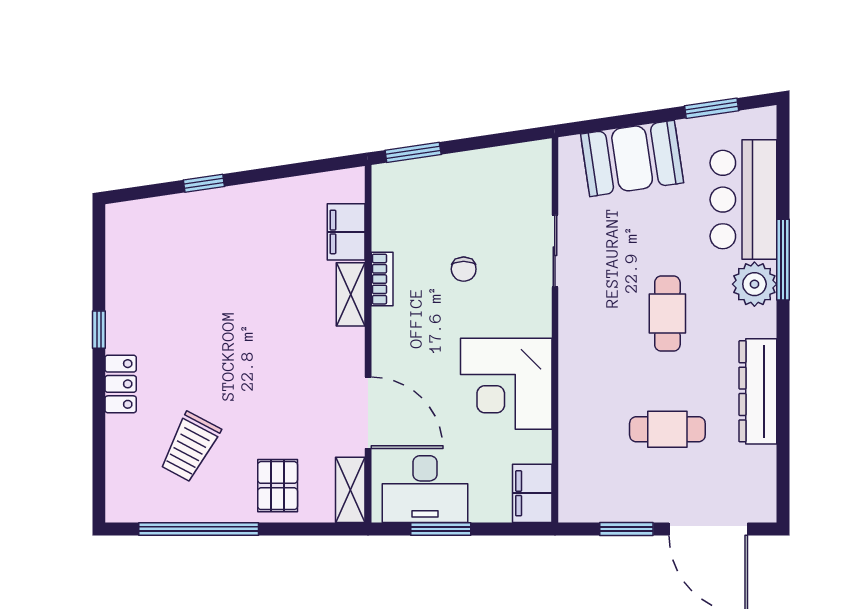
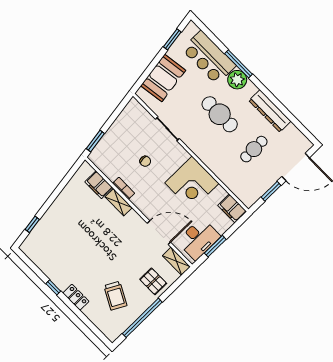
window: (204, 183) -> (32, 224), moved
cafe table: (667, 314) -> (220, 114), width x1.37, depth x1.35

